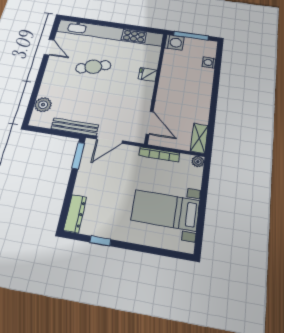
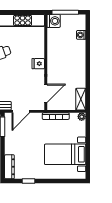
fridge: (148, 75) -> (38, 64), moved
door: (150, 123) -> (46, 93), hinge flipped

